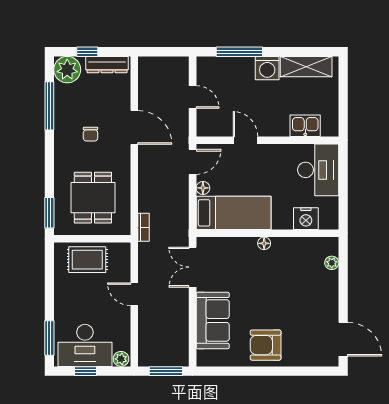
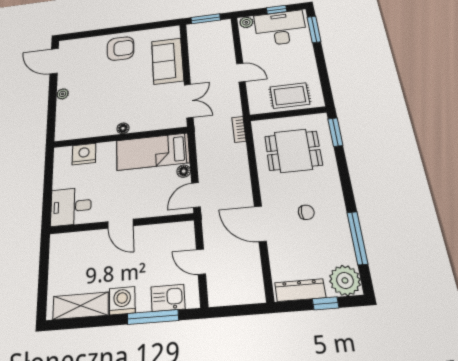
kitchen sink: (305, 126) -> (168, 298), moved, turned 180
chair: (91, 134) -> (306, 212), turned 90
door: (245, 140) -> (121, 224), moved
desk: (318, 170) -> (71, 206), width x0.73
dining table: (93, 198) -> (293, 151), turned 90
plant: (332, 263) -> (63, 94), moved

